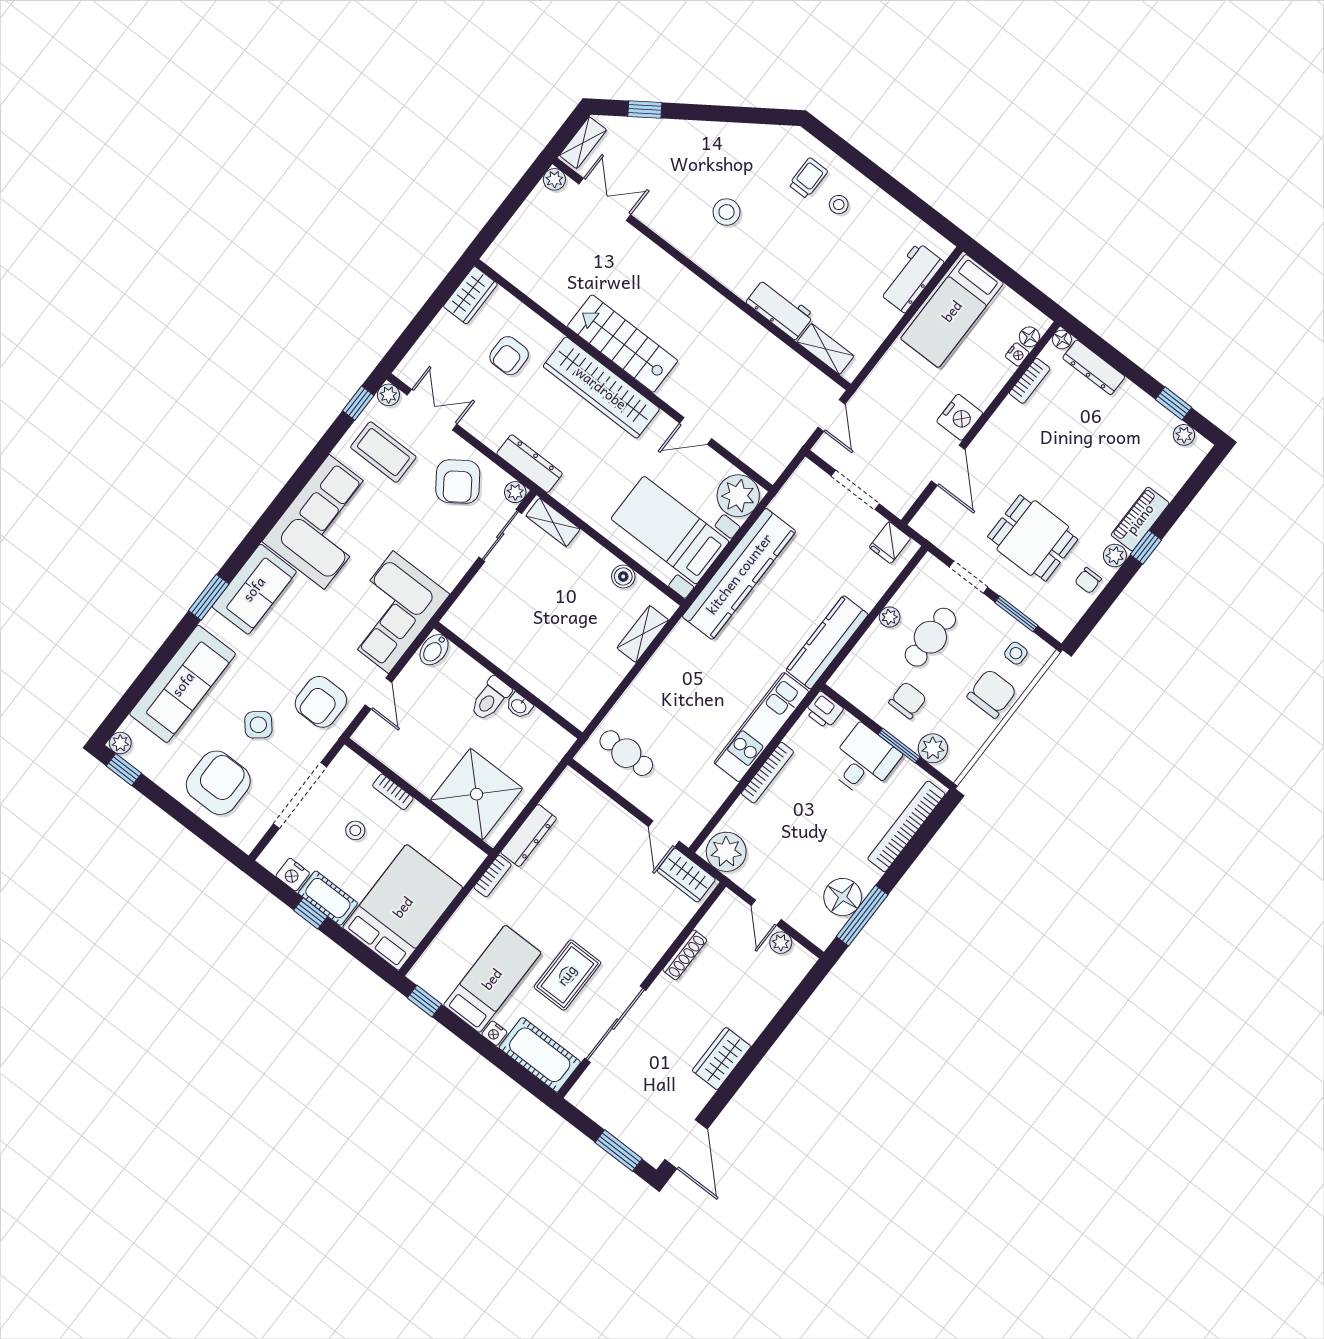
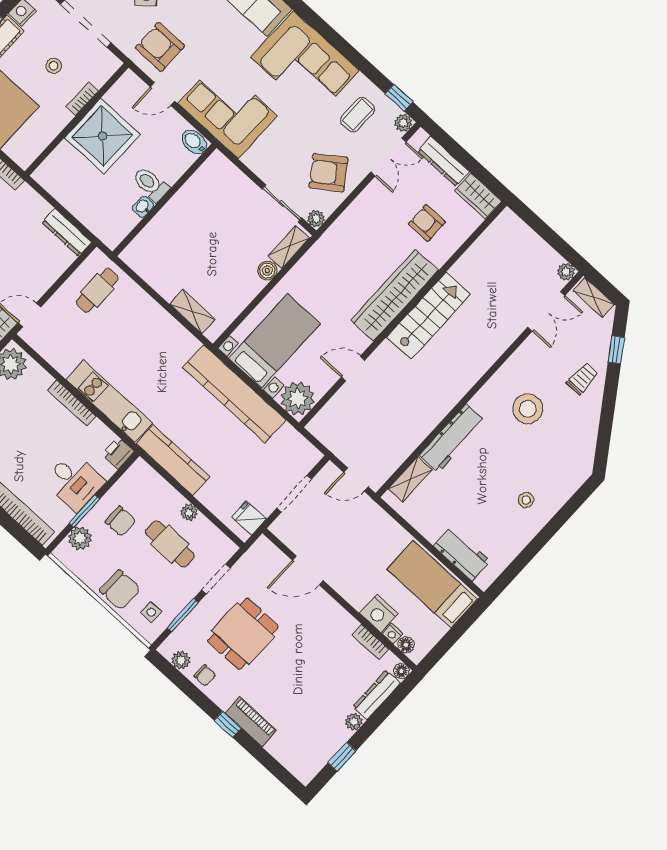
trolley: (808, 178) -> (583, 379), moved, turned -90
stool: (727, 212) -> (528, 409), width x1.38, depth x1.38
workbench: (780, 309) -> (452, 438), width x1.37
nightstand: (960, 417) -> (379, 613), moved
door: (696, 431) -> (353, 369), hinge flipped
plant: (1184, 435) -> (354, 722), moved
coffee table: (383, 452) -> (358, 115), width x0.73, depth x0.77
dresser: (530, 464) -> (443, 161), moved, turned 90
plant: (1115, 556) -> (181, 660), moved
boiler: (623, 576) -> (267, 271), moved
chair: (1088, 580) -> (205, 675), turned 180
shower: (477, 794) -> (102, 136), moved
dresser: (529, 835) -> (67, 232), moved

